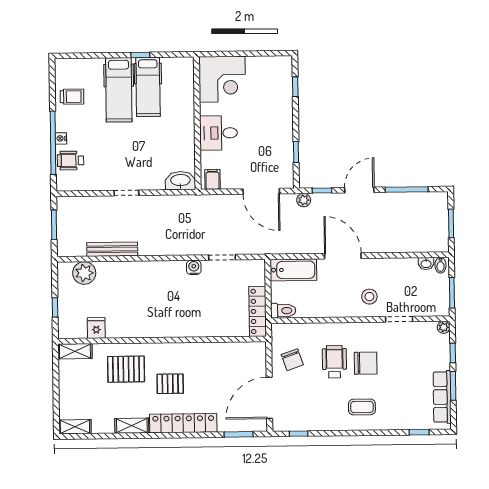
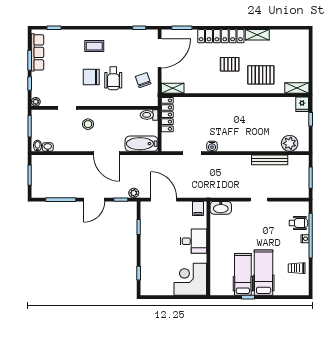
fridge: (96, 328) -> (302, 104), moved
shelving: (75, 427) -> (173, 88), moved

